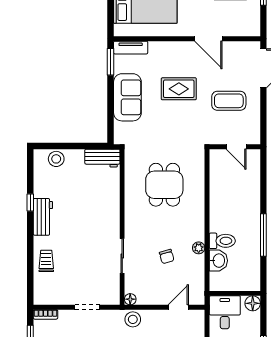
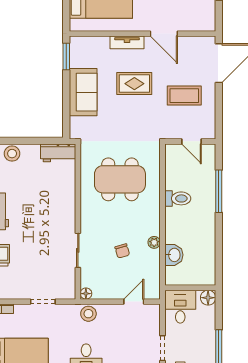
tv unit: (131, 48) -> (127, 42), moved
dining table: (164, 185) -> (120, 179), width x1.37
window: (263, 235) -> (219, 191), moved
toilet: (222, 241) -> (178, 198), moved

